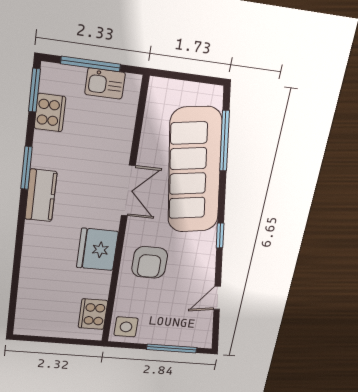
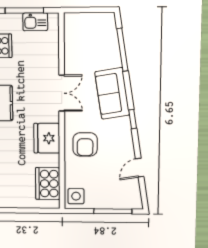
sofa: (195, 171) -> (112, 93), width x0.54, depth x0.79
cooker: (93, 314) -> (48, 184), width x1.37, depth x1.31

